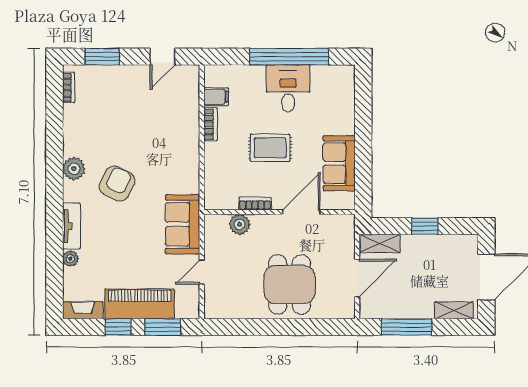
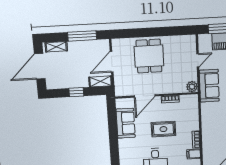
plant: (240, 224) -> (192, 87), moved

